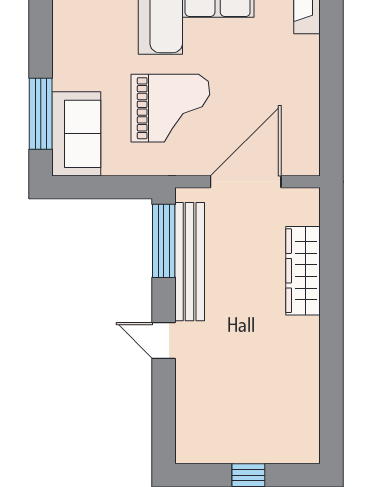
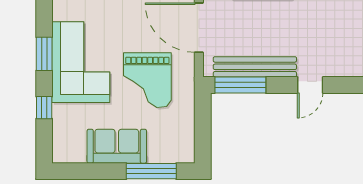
grand piano: (170, 108) -> (147, 80), turned 180
sofa: (76, 134) -> (117, 146), moved

